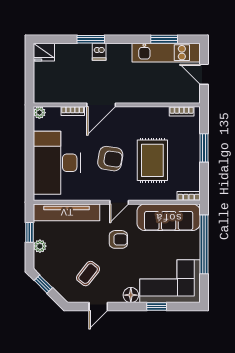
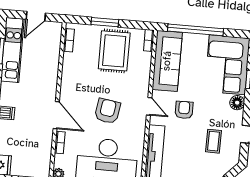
rug: (152, 160) -> (114, 51), moved, turned 90
coffee table: (88, 274) -> (214, 141), turned 53

